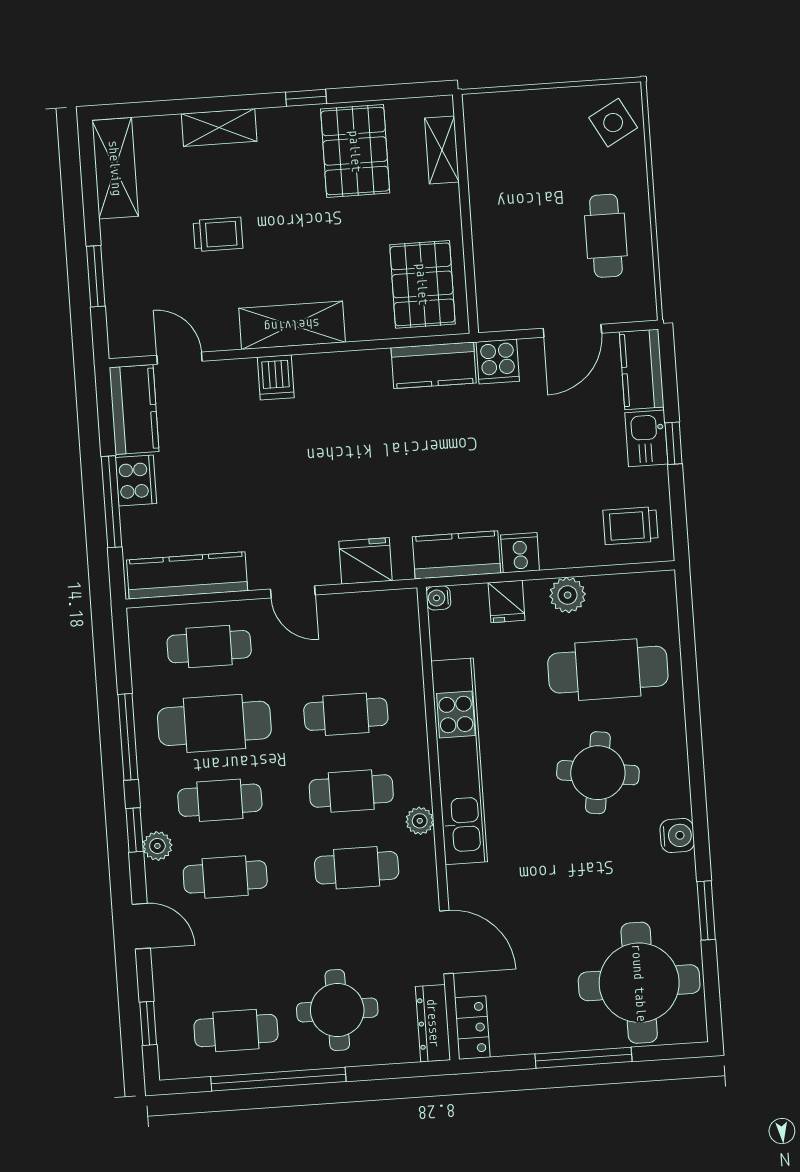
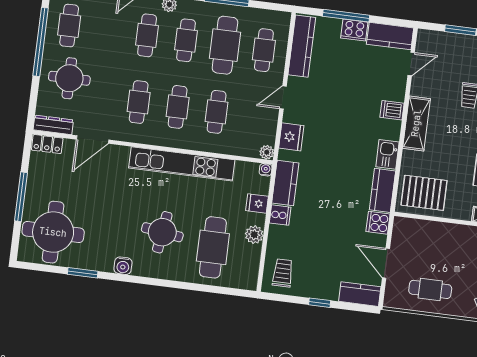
kitchen sink: (646, 438) -> (387, 154), moved, turned -90
plant: (420, 821) -> (267, 152), moved

